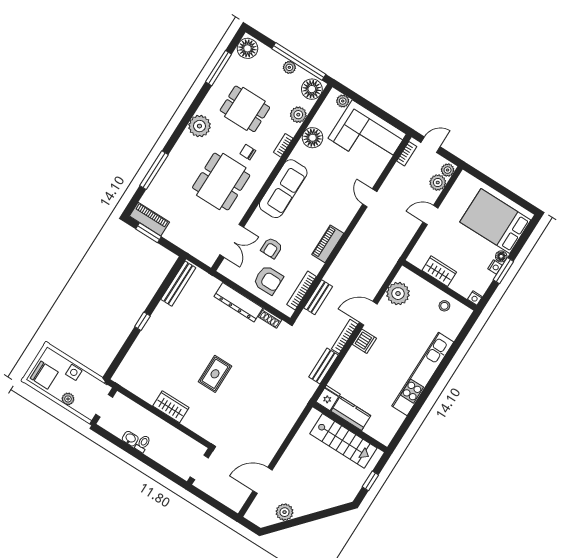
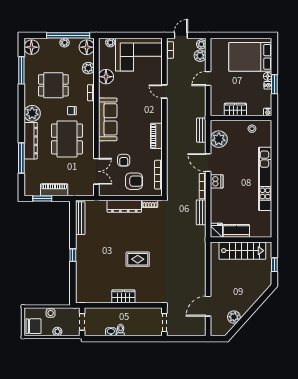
dresser: (178, 157) -> (31, 141), added
piano: (149, 219) -> (54, 190), moved
bench: (318, 297) -> (201, 130), moved
door: (368, 313) -> (208, 163), hinge flipped
rug: (215, 374) -> (138, 259), turned 90

